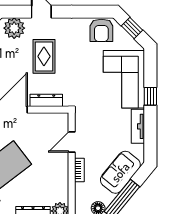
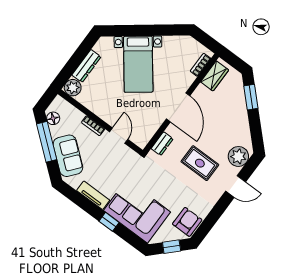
armchair: (101, 30) -> (187, 222), turned 90
dresser: (46, 100) -> (162, 144), width x0.70

